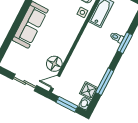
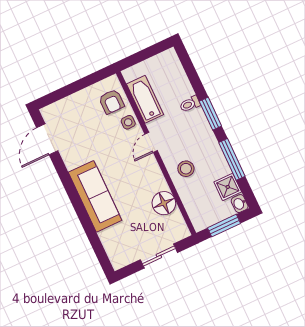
window: (125, 43) -> (210, 114), moved
stool: (81, 61) -> (186, 169), added
door: (55, 82) -> (151, 142), moved

